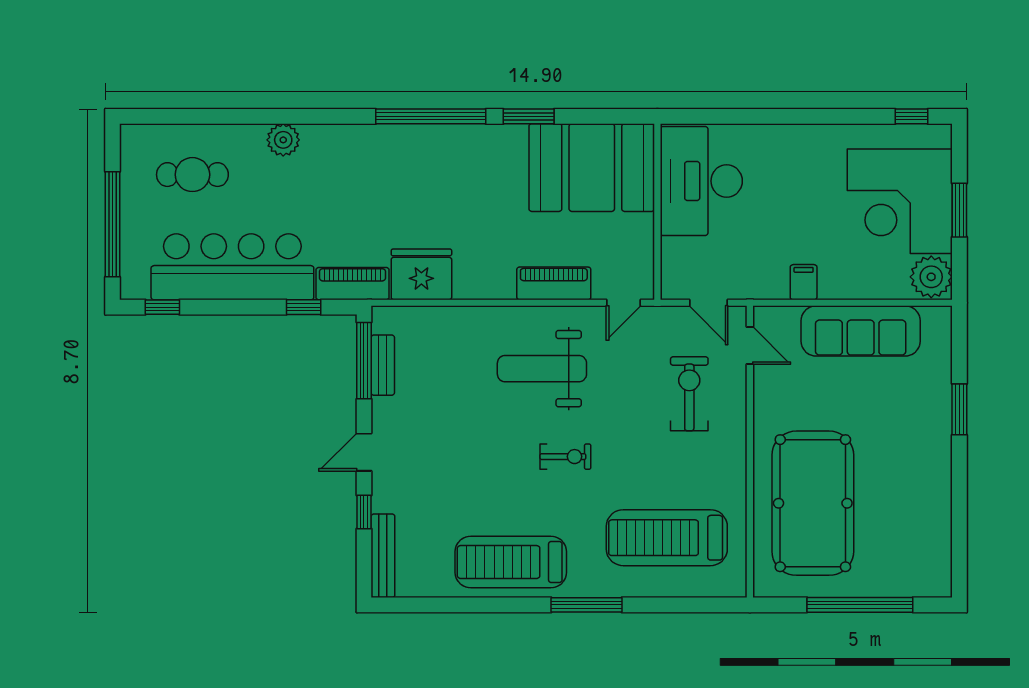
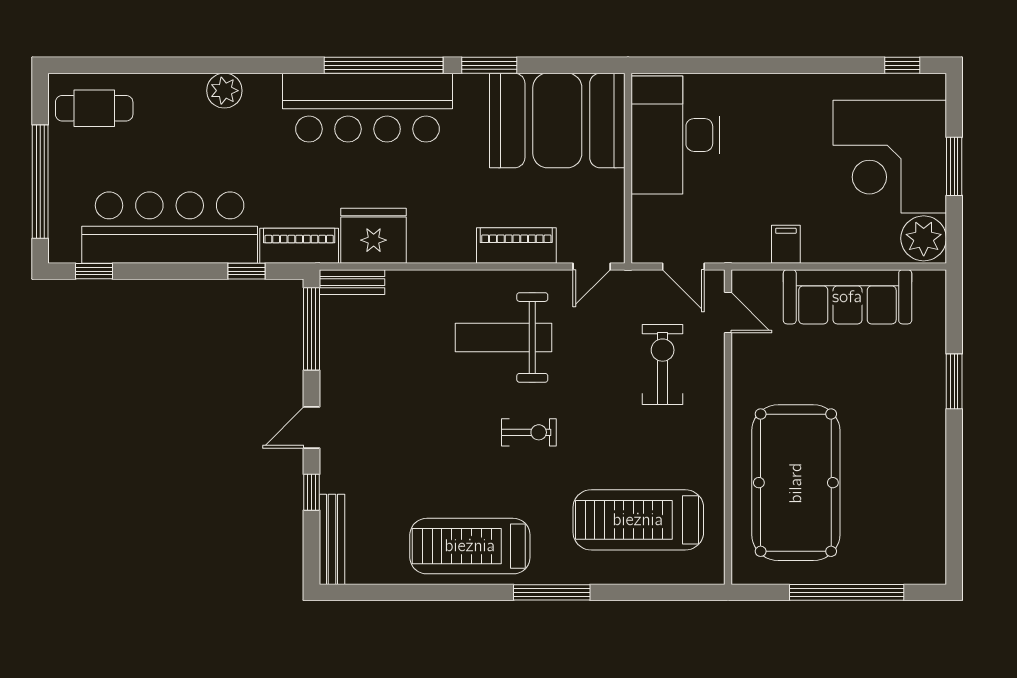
bar counter: (416, 156) -> (368, 108), added
cafe table: (192, 175) -> (94, 108), moved
bench: (383, 365) -> (352, 282), moved, turned 90

